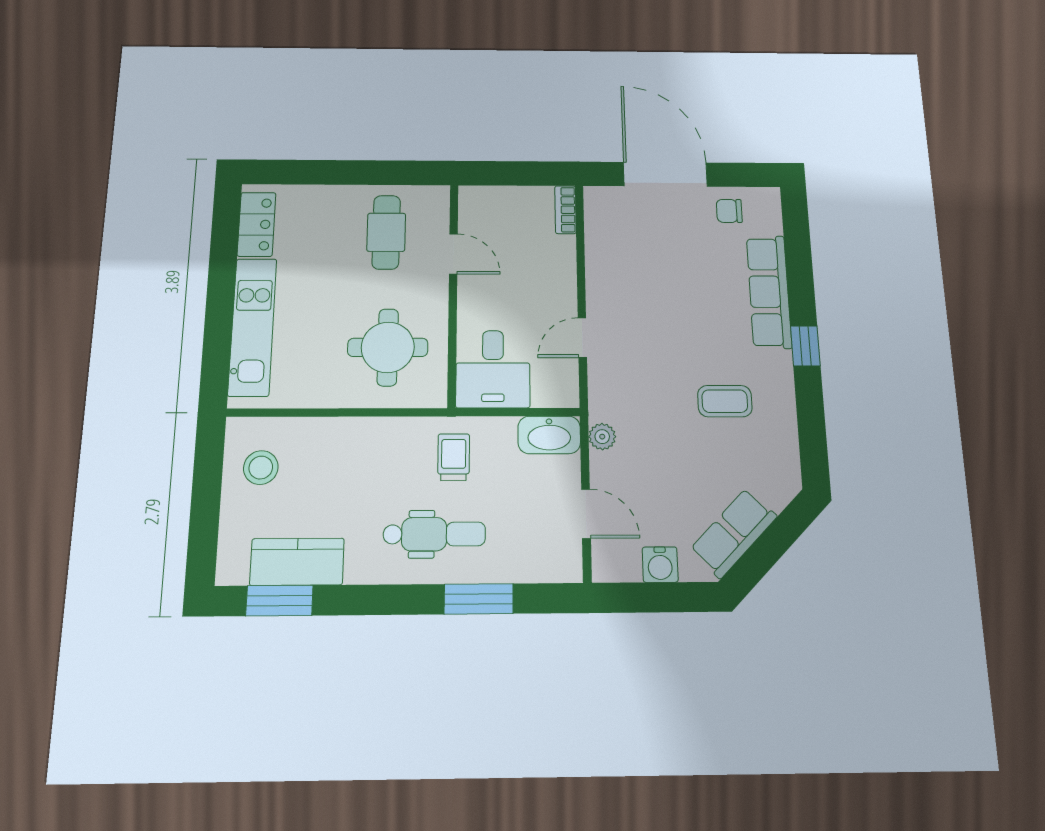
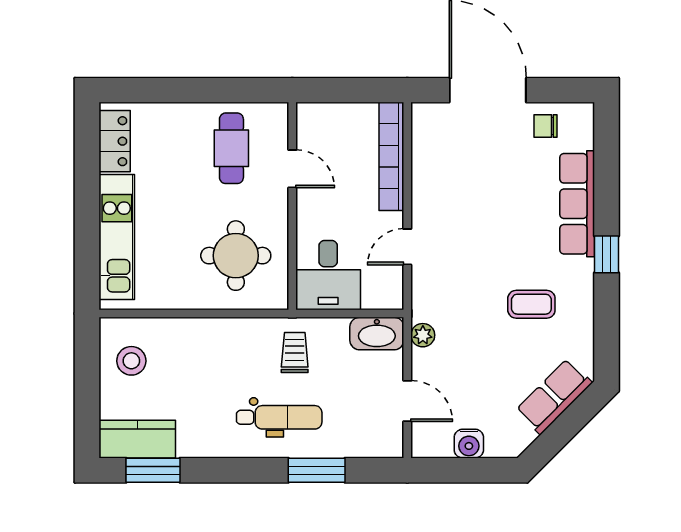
bookcase: (565, 210) -> (391, 156), width x2.31, depth x1.31
row of seats: (734, 533) -> (554, 396), moved
kitchen counter: (297, 562) -> (137, 439), moved

